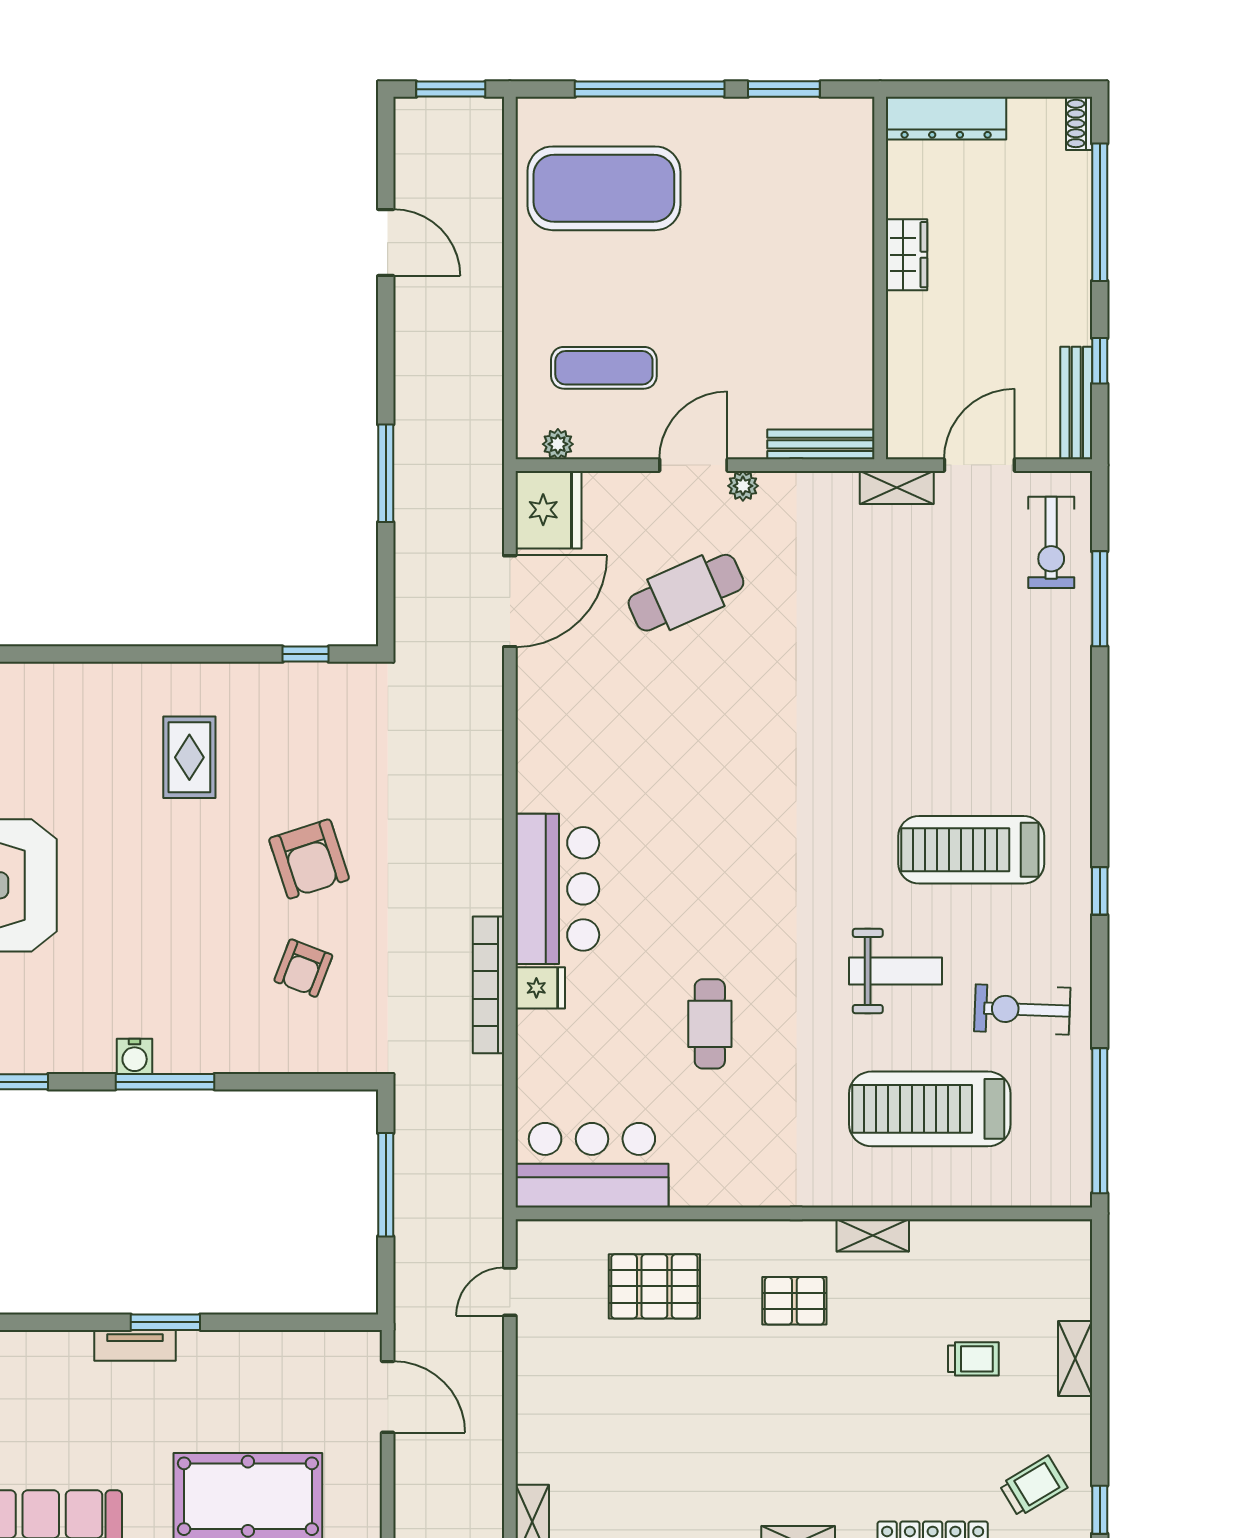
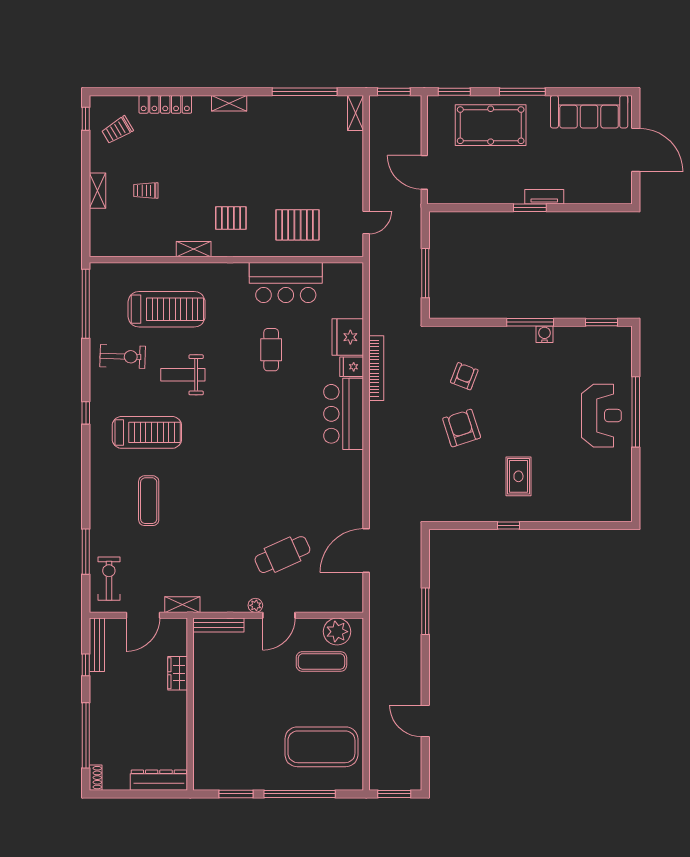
wardrobe: (907, 255) -> (178, 673), moved
plant: (558, 444) -> (337, 632), width x1.87, depth x1.87
fridge: (548, 510) -> (348, 337), moved
window: (306, 654) -> (509, 525), moved
exercise mat: (967, 706) -> (149, 501), added
bar counter: (592, 1165) -> (286, 282), moved

